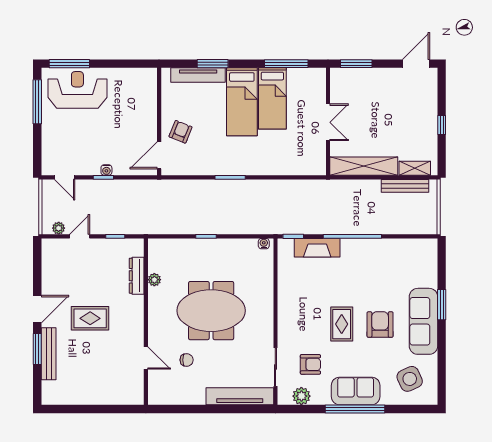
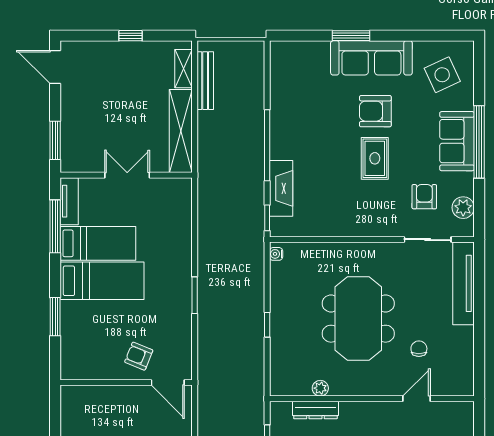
tv unit: (198, 75) -> (69, 201), moved, width x0.71
rug: (342, 324) -> (375, 158), turned 90

